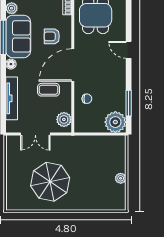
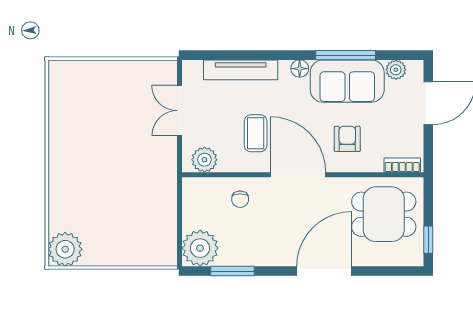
door: (129, 50) -> (324, 271), width x1.87
plant: (121, 178) -> (65, 249), moved, width x1.88, depth x1.88
parasol: (50, 182) -> (97, 136), removed

